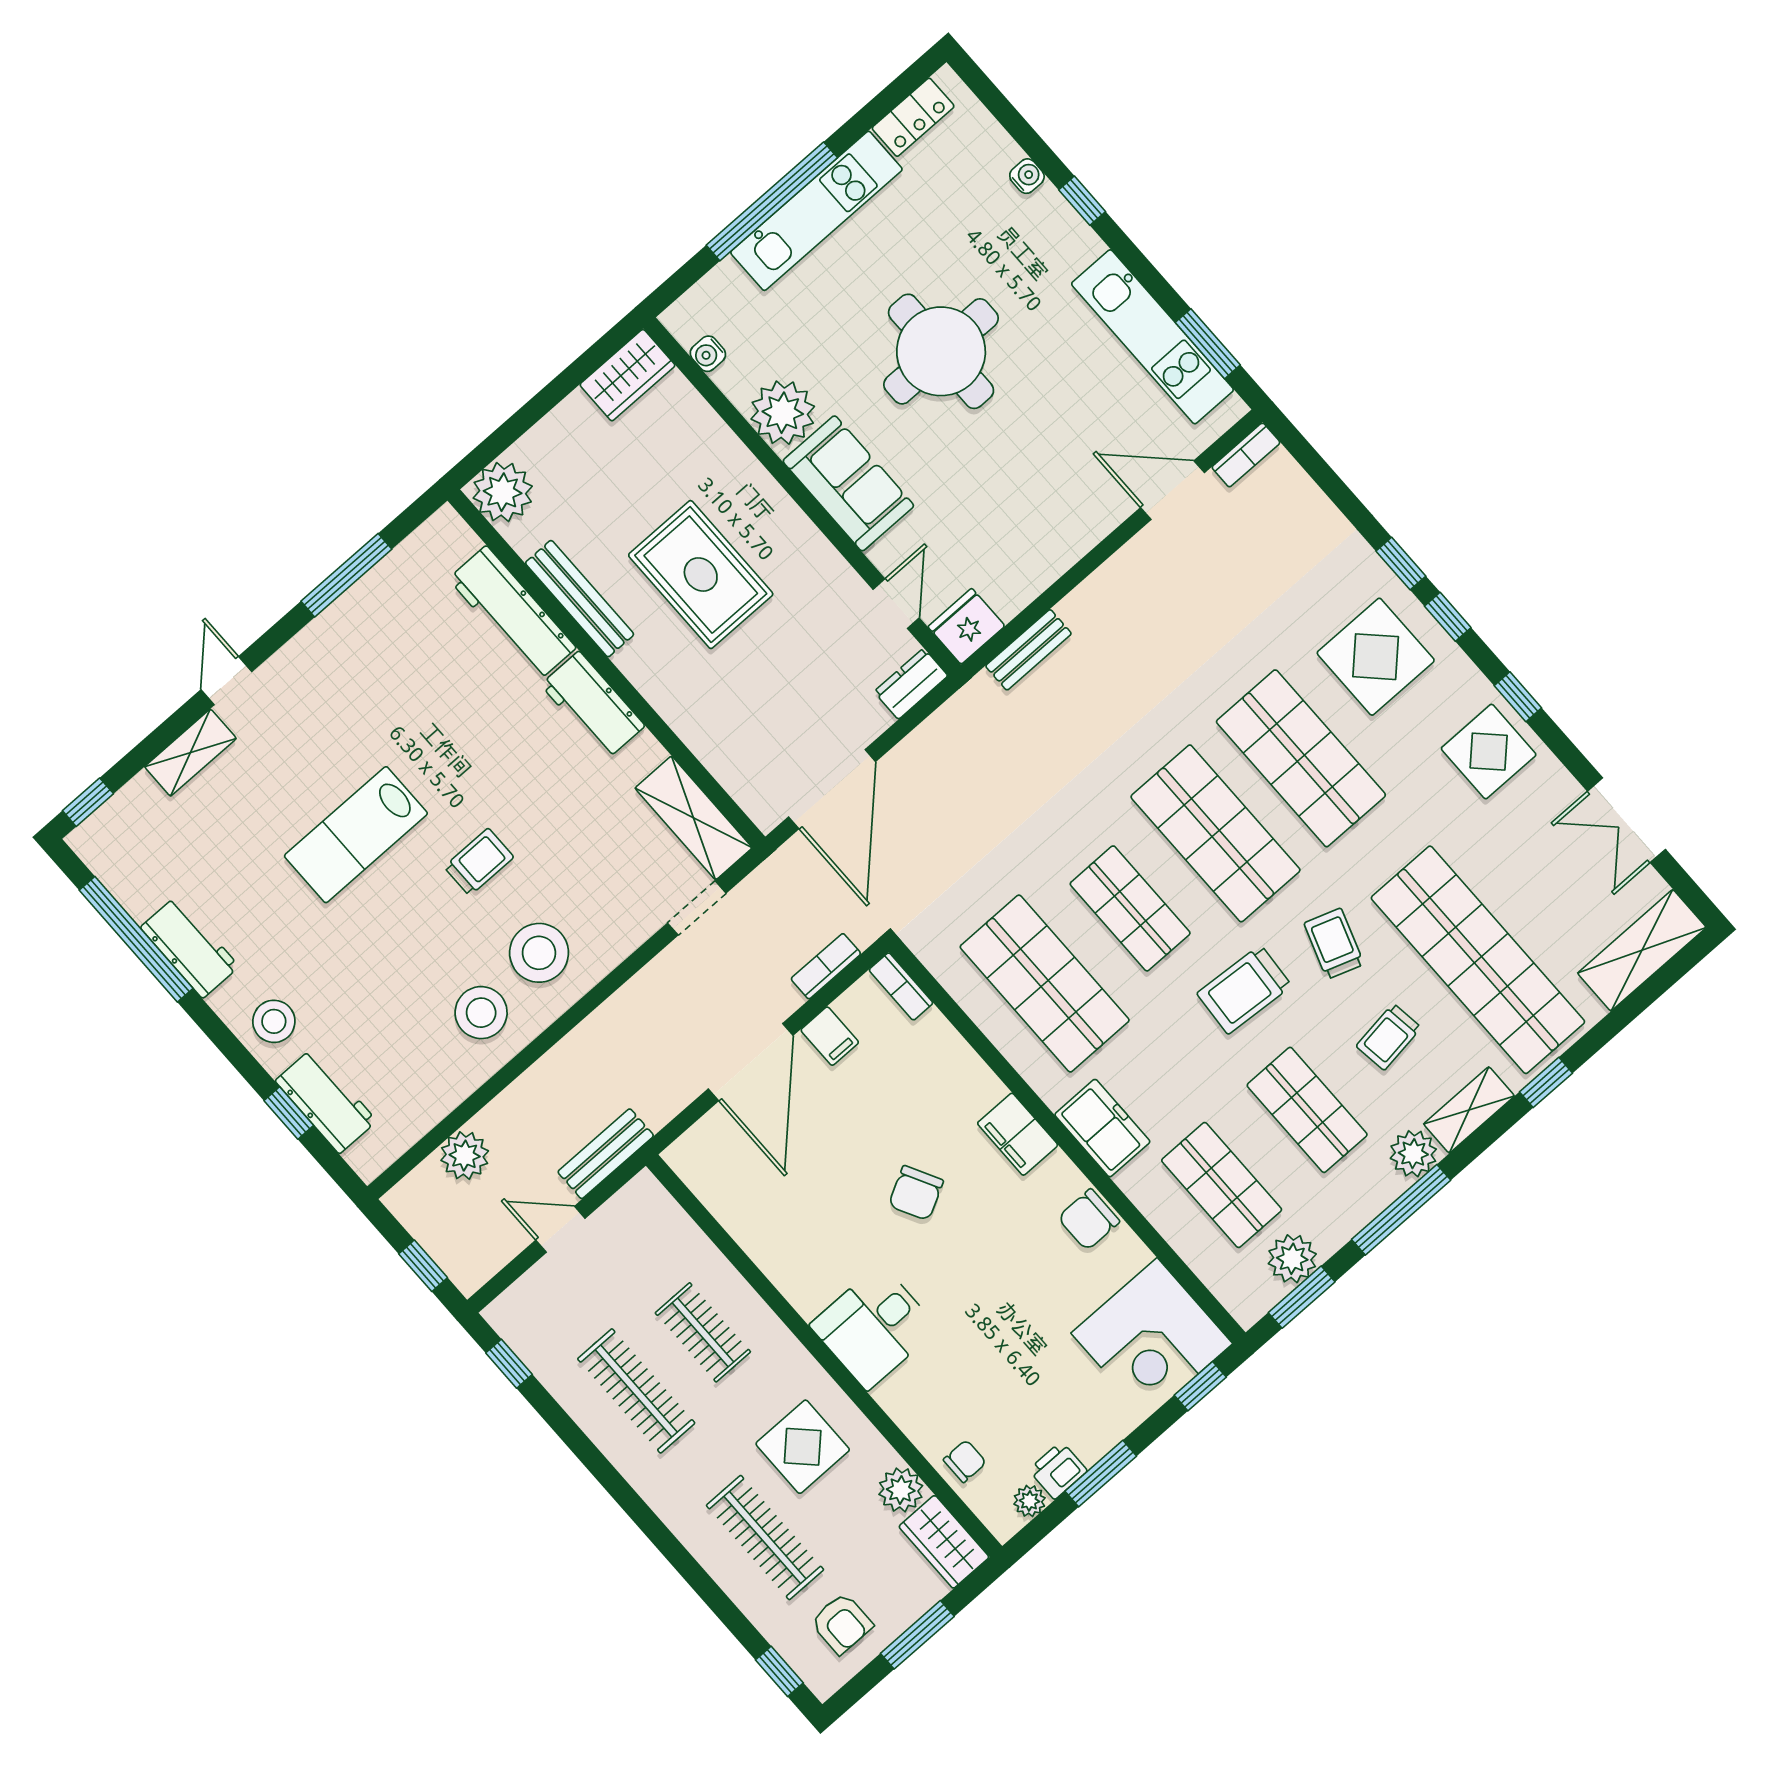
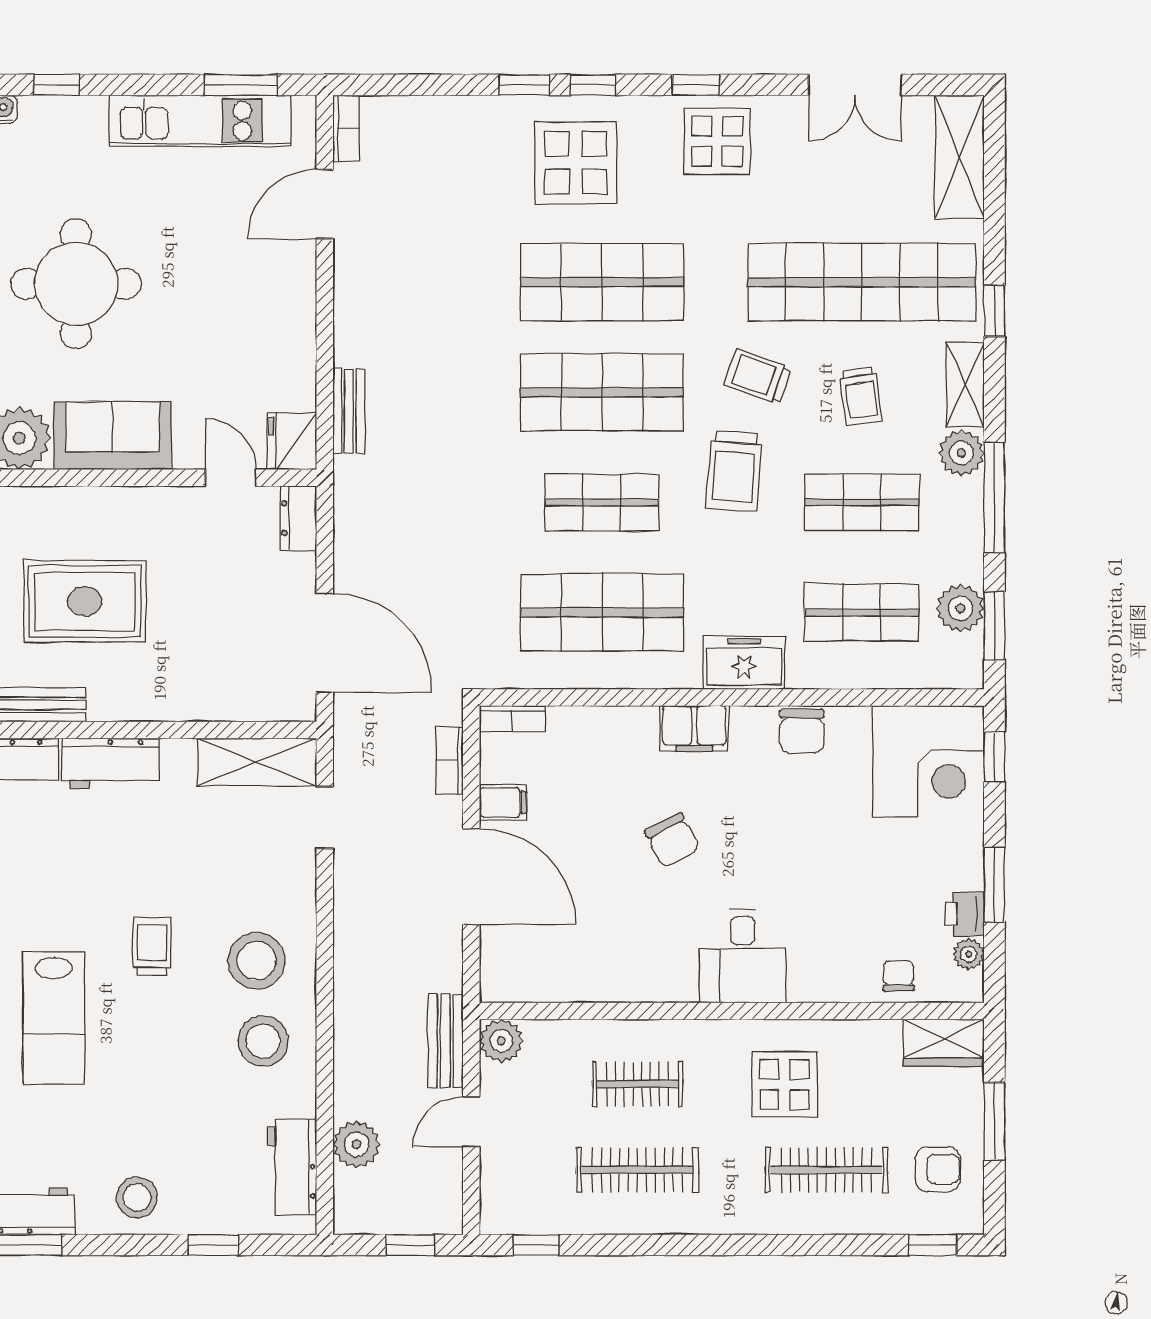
workbench: (326, 1101) -> (292, 1167), moved, turned -90
plant: (901, 1490) -> (501, 1041), moved

